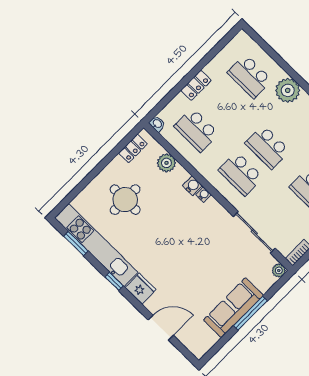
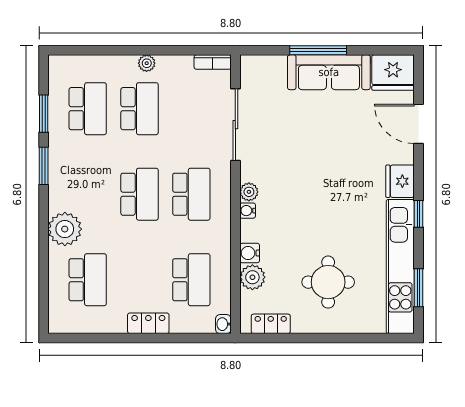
water cooler: (192, 186) -> (250, 253), moved
plant: (279, 270) -> (249, 192), moved
fridge: (200, 341) -> (393, 73), added

